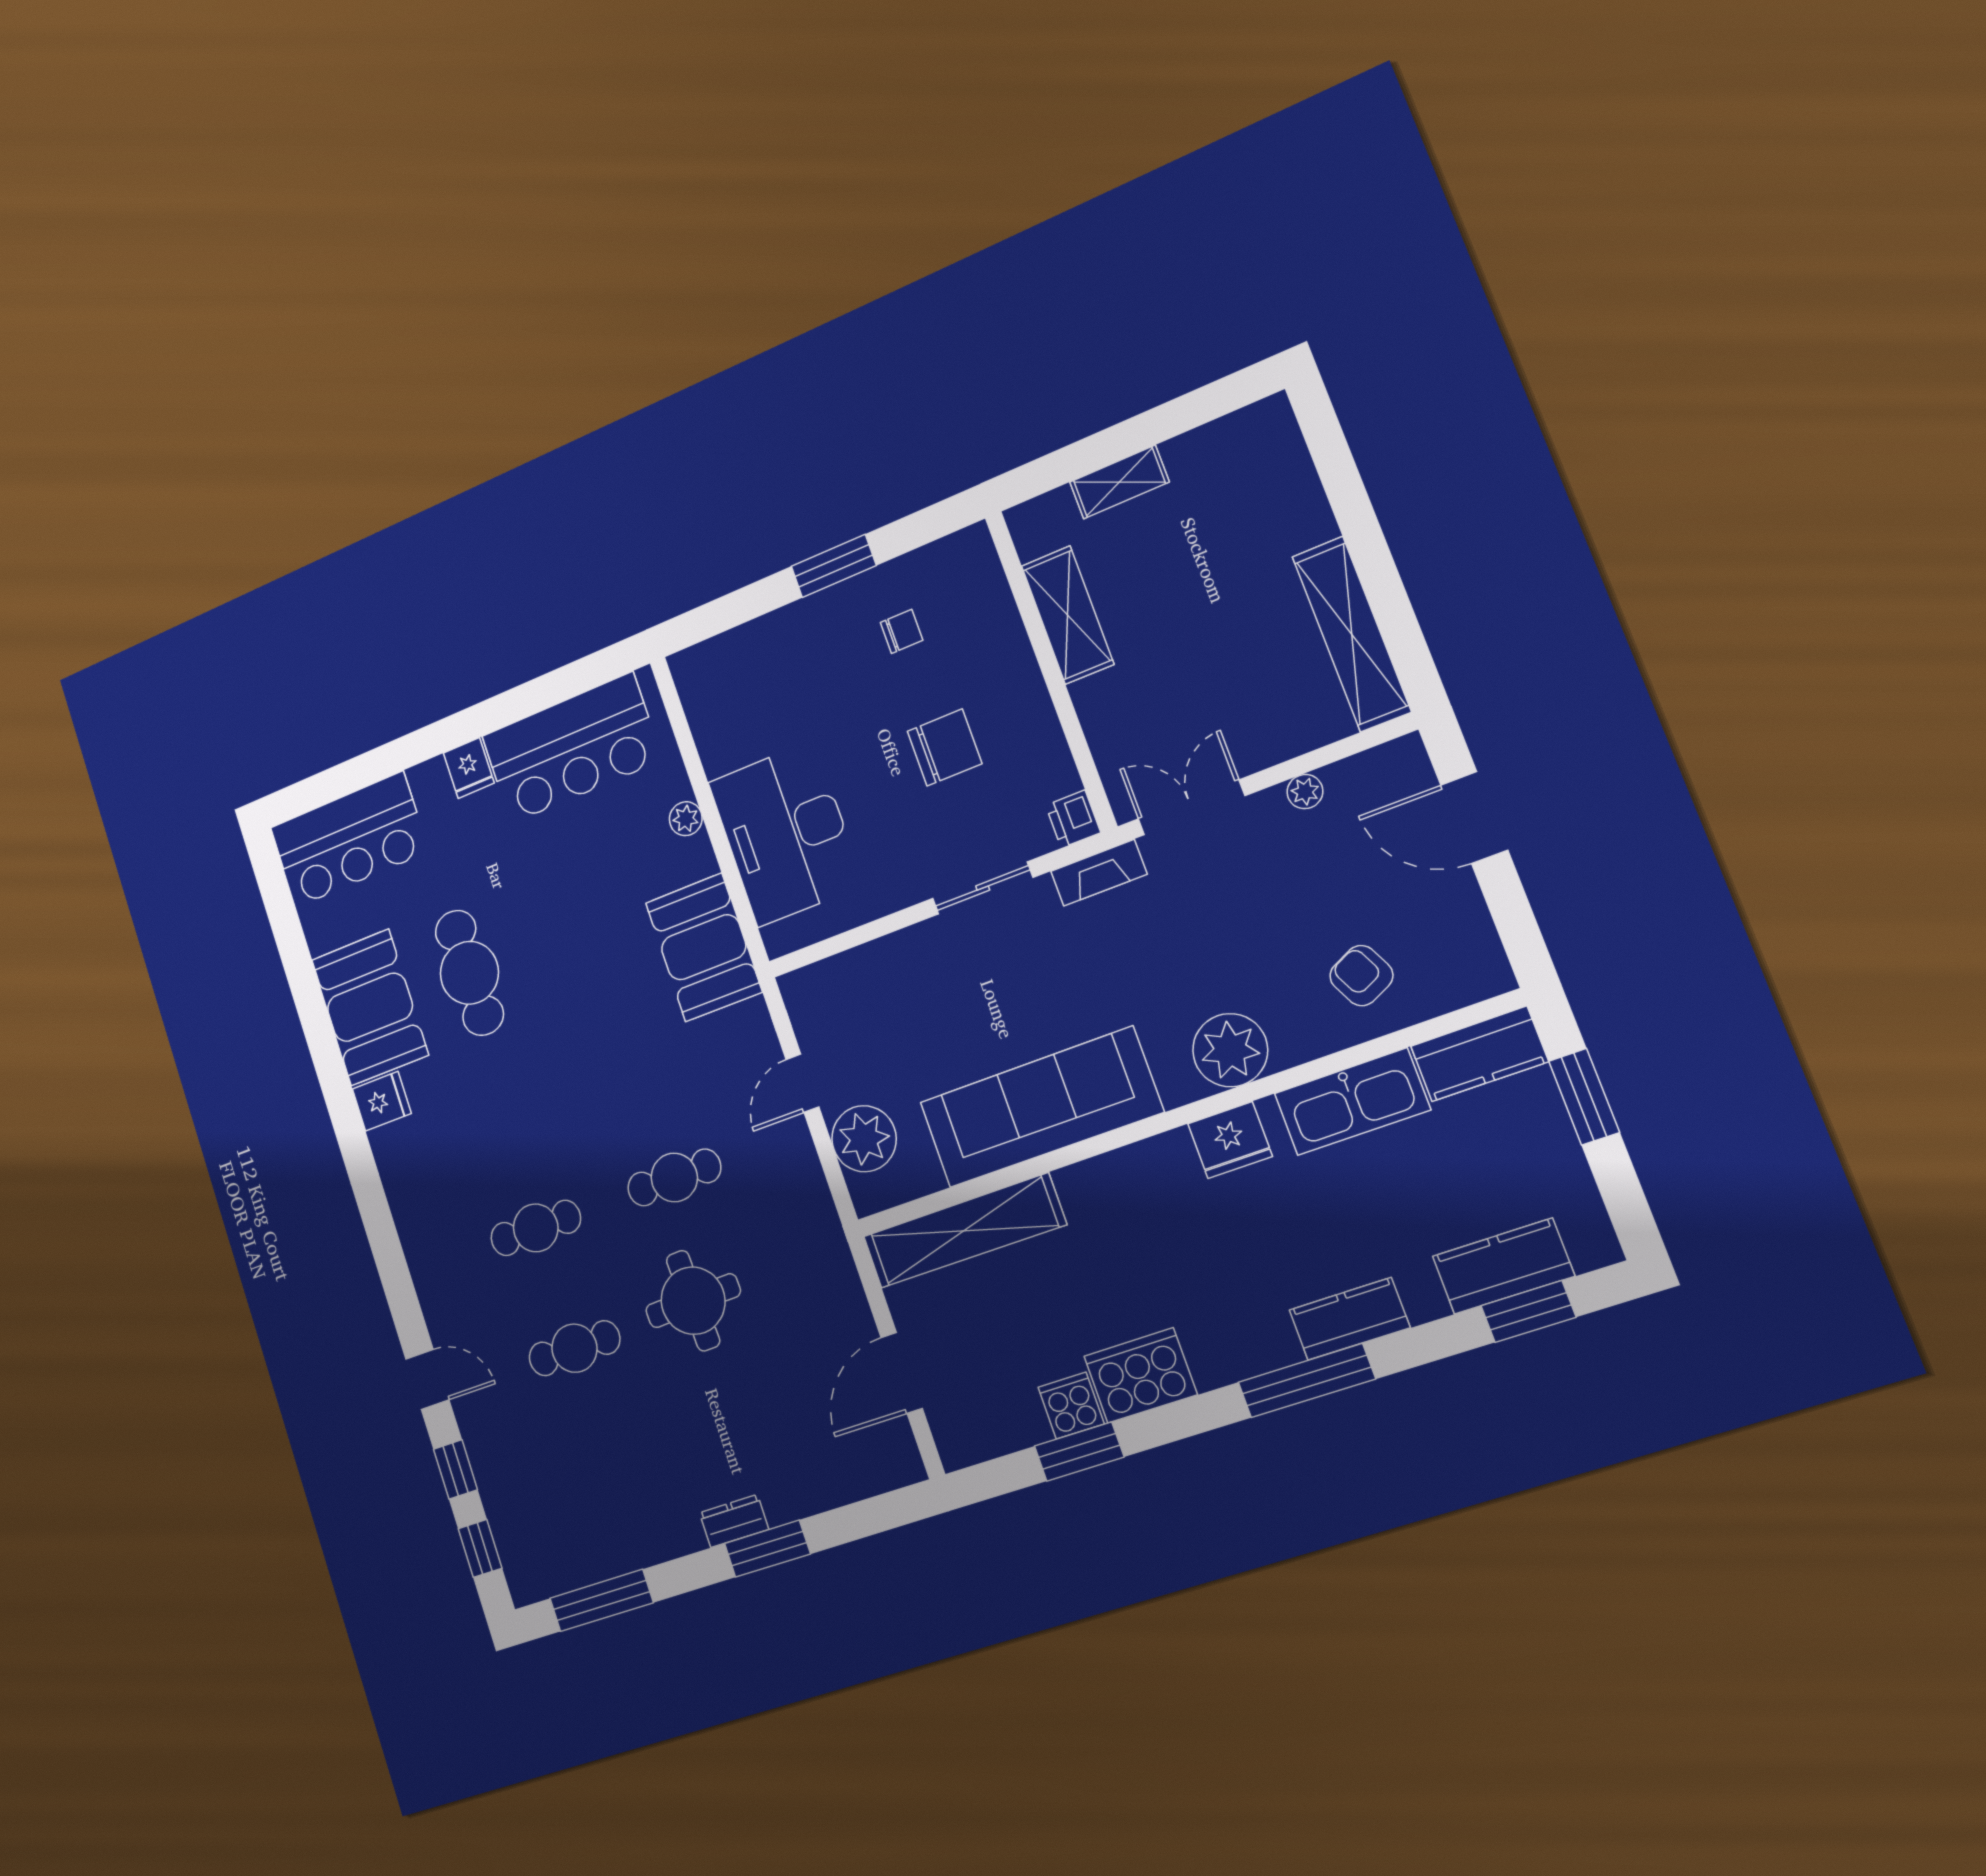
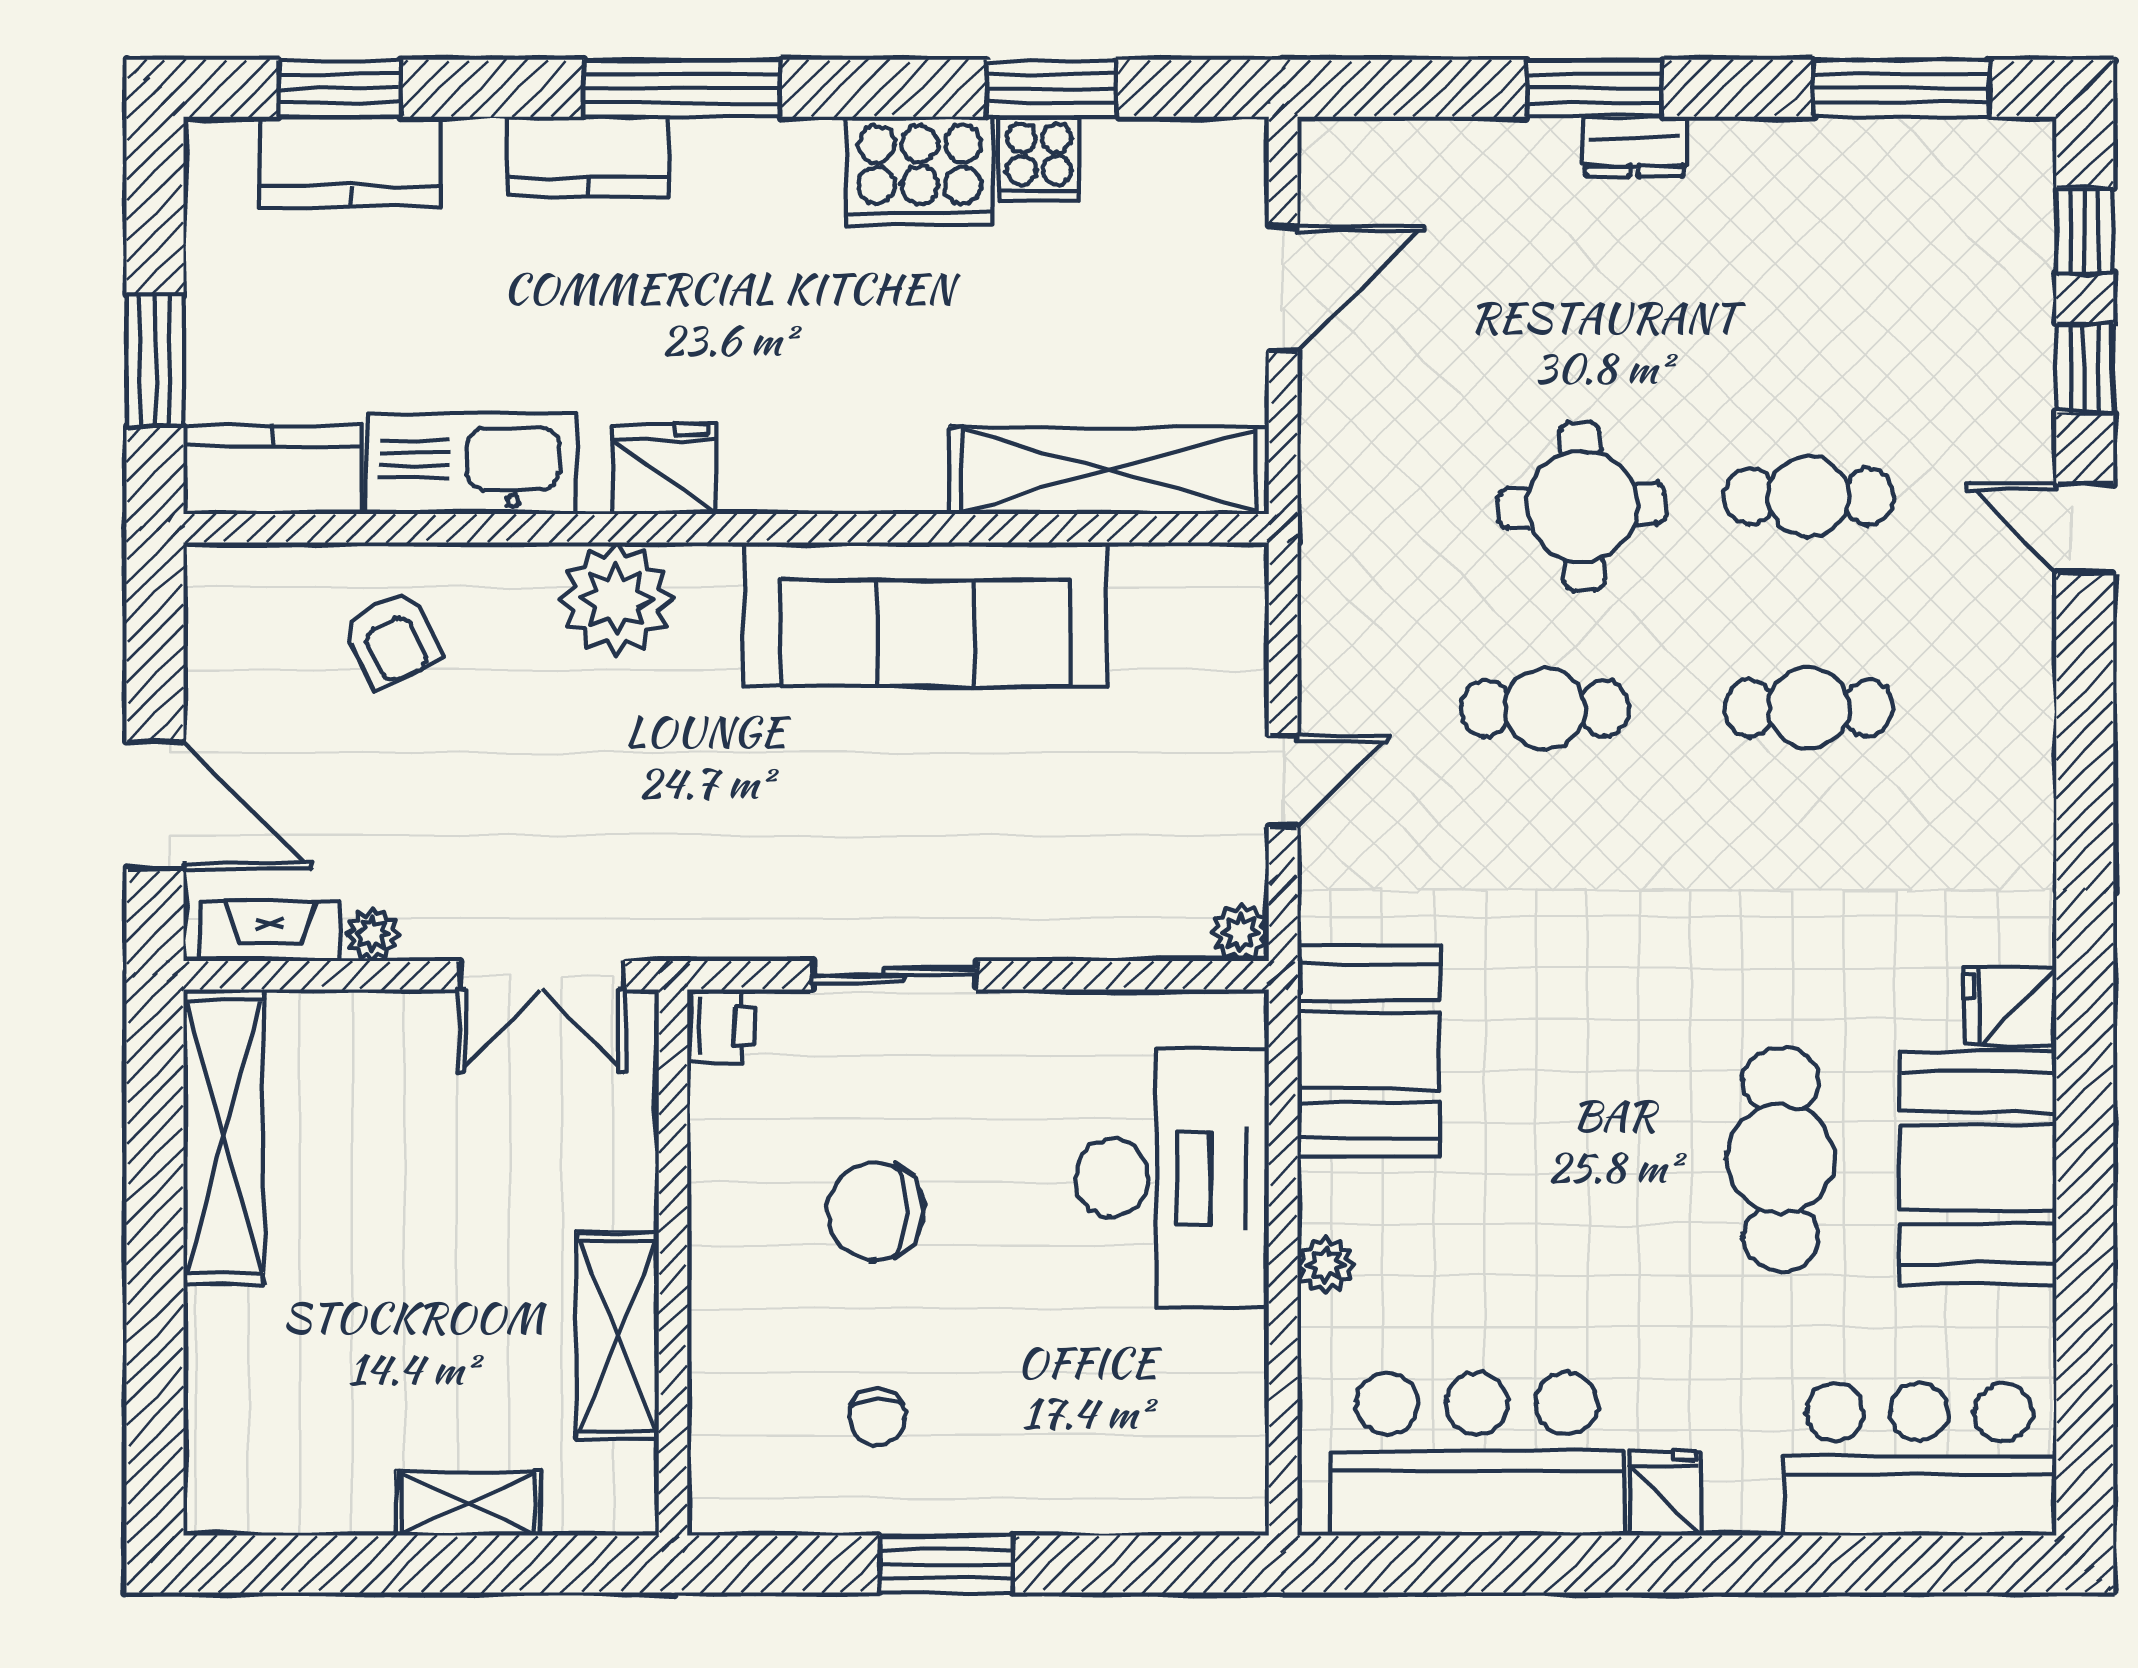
chair: (902, 631) -> (877, 1417), turned -90
fireplace: (1099, 873) -> (270, 931), moved
plant: (864, 1139) -> (1240, 932), moved, width x0.53, depth x0.53

